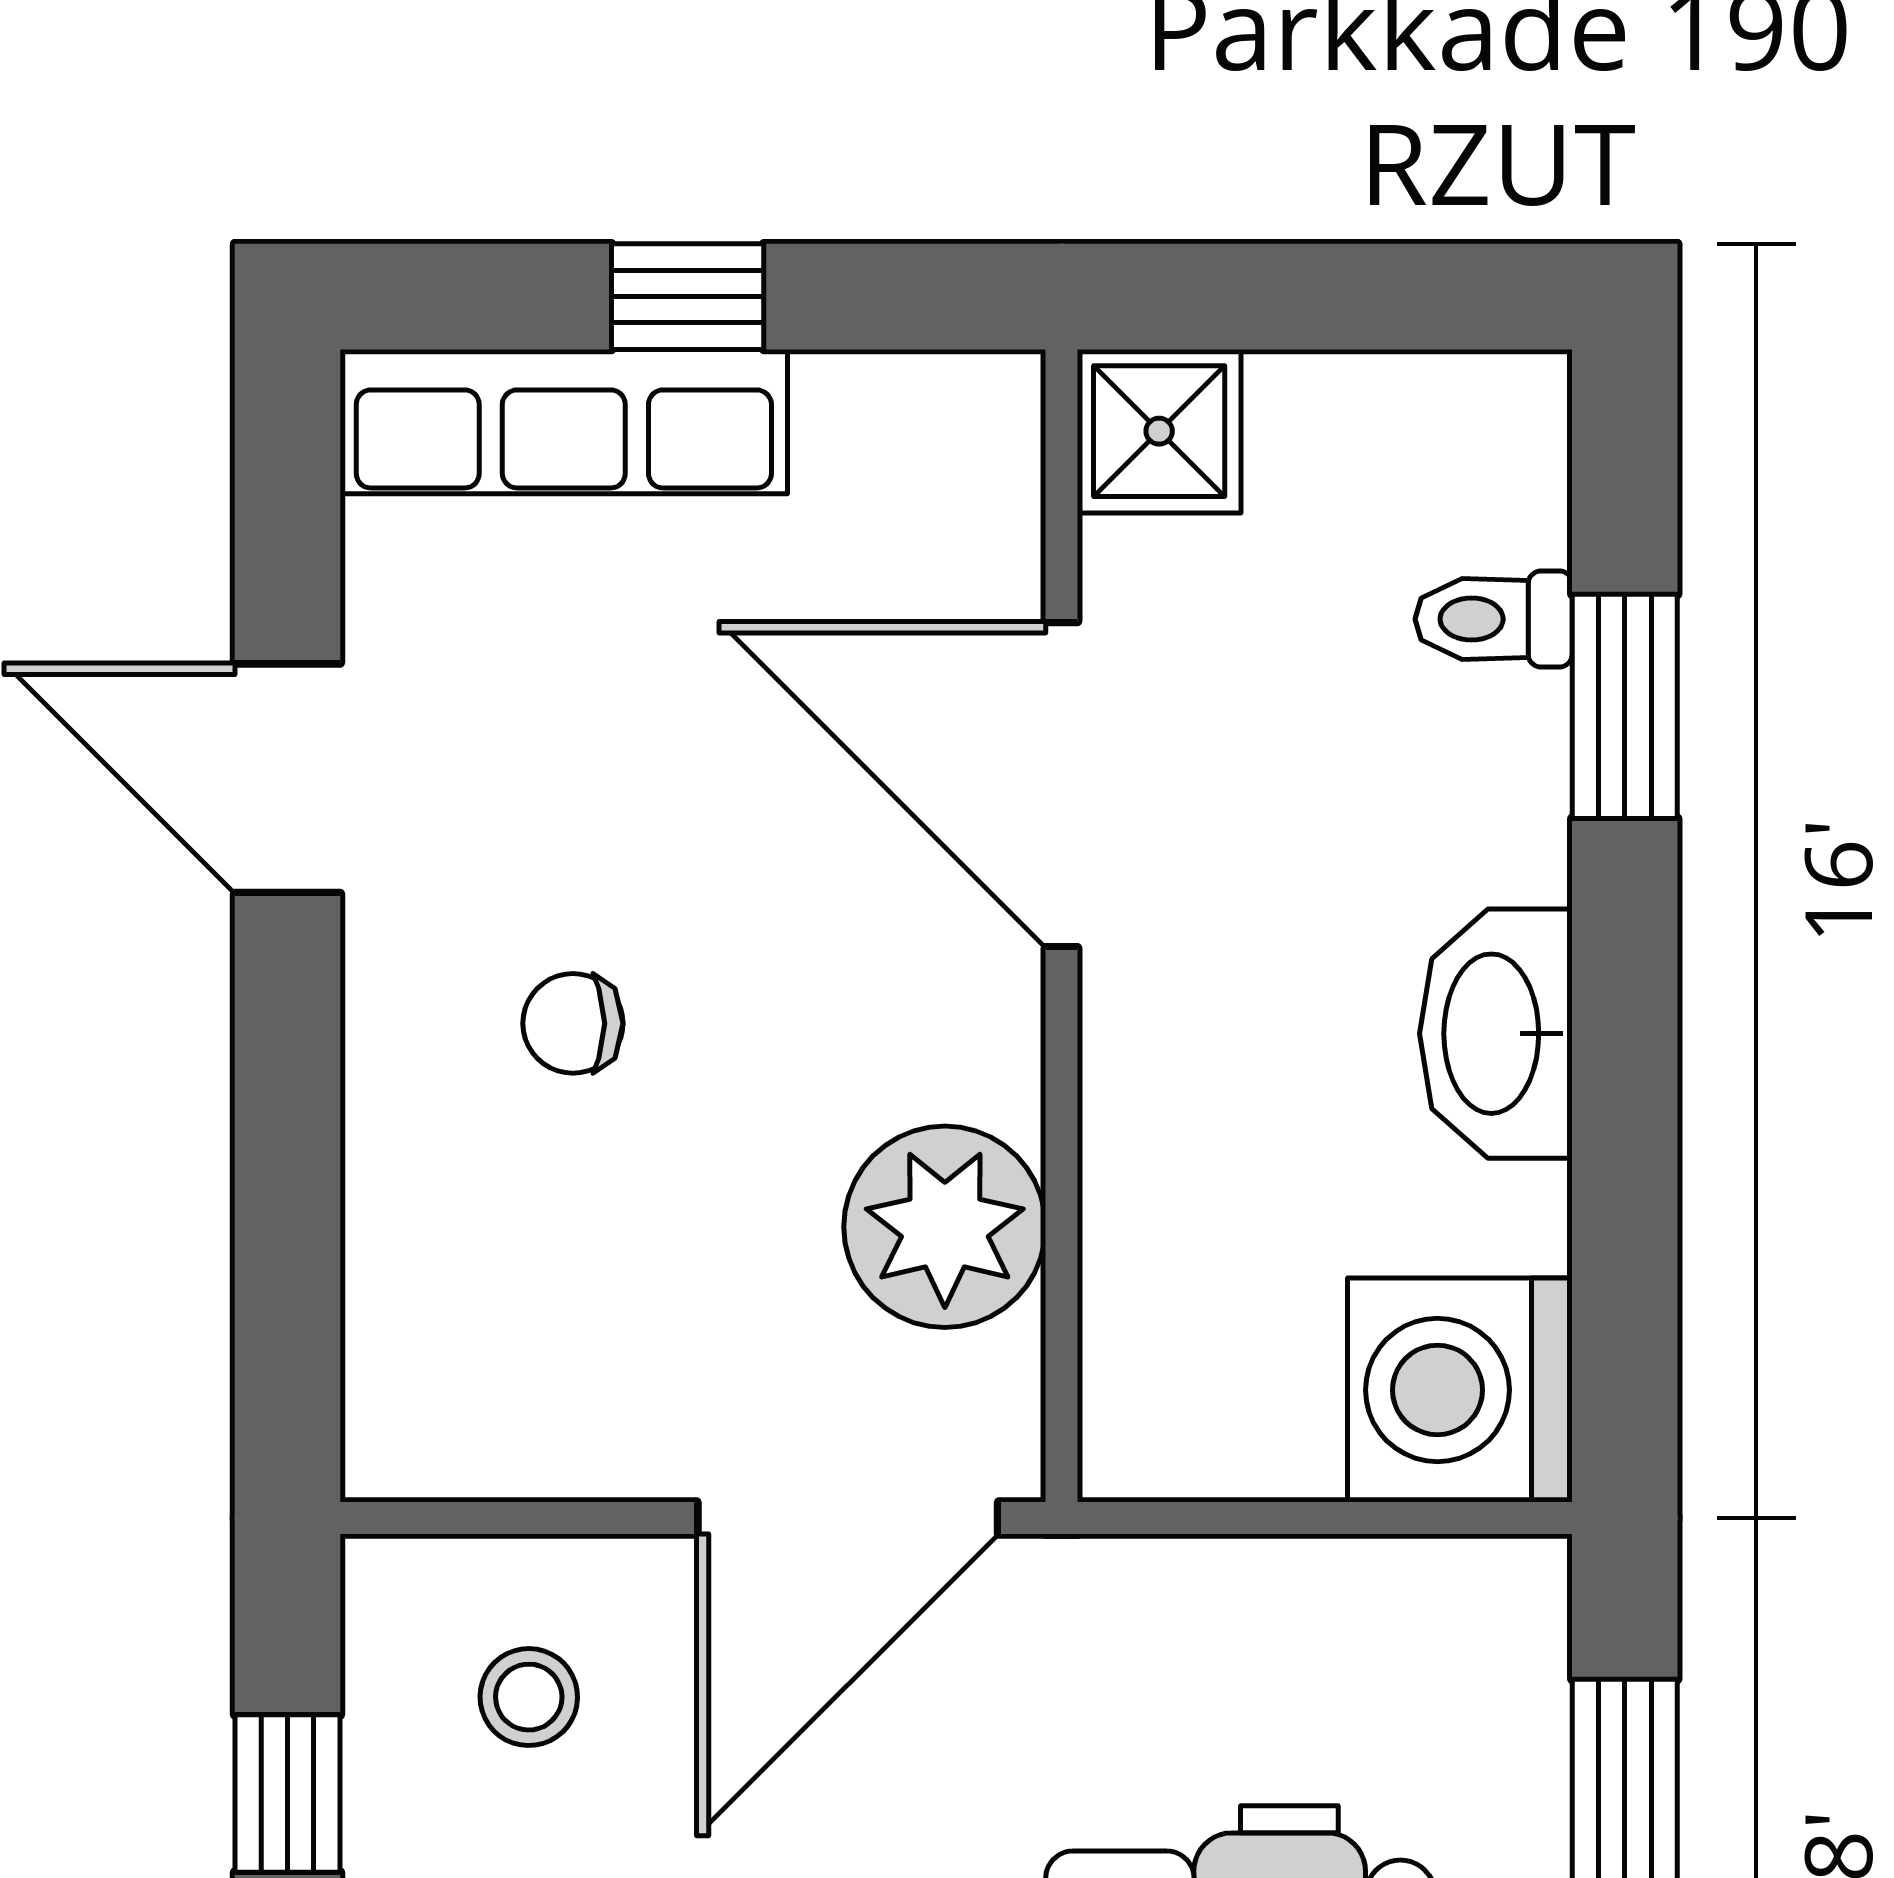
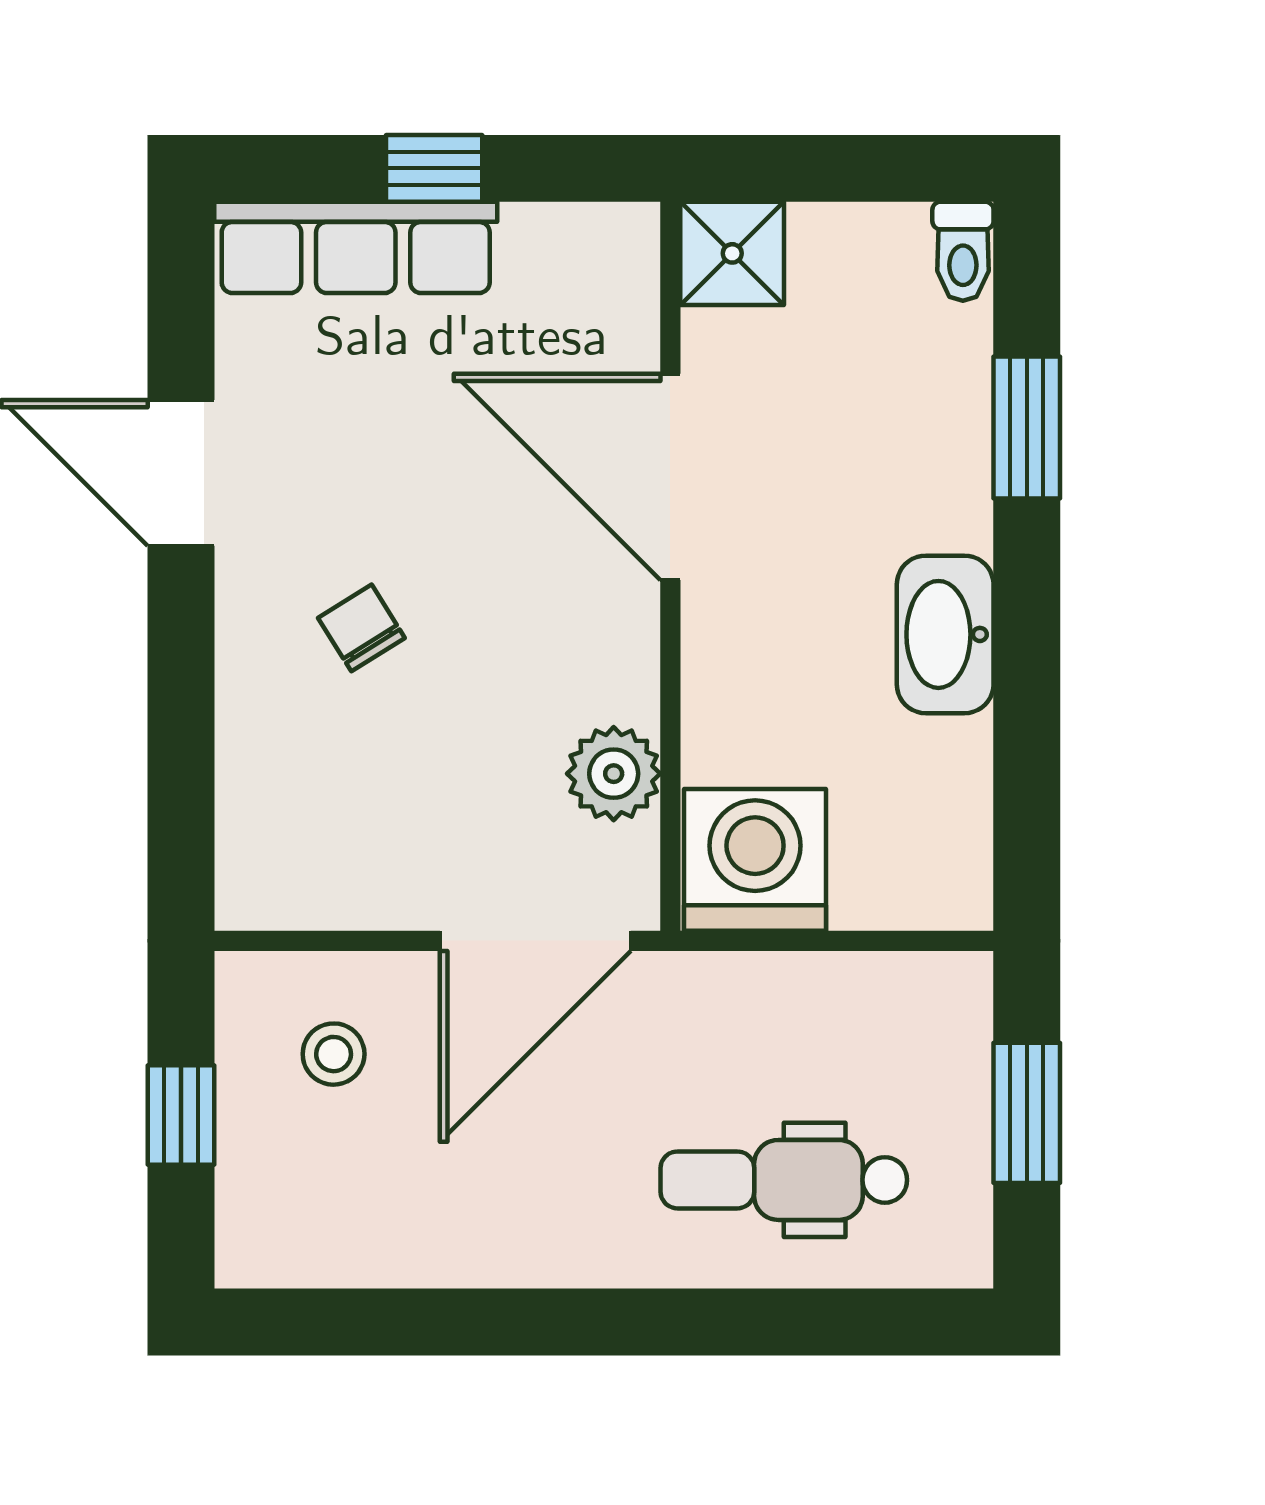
toilet: (1494, 619) -> (963, 251), moved, turned -90
chair: (573, 1023) -> (361, 628), turned 58
plant: (945, 1227) -> (614, 774), width x0.73, depth x0.73
washing machine: (1460, 1390) -> (755, 860), moved, turned 90

